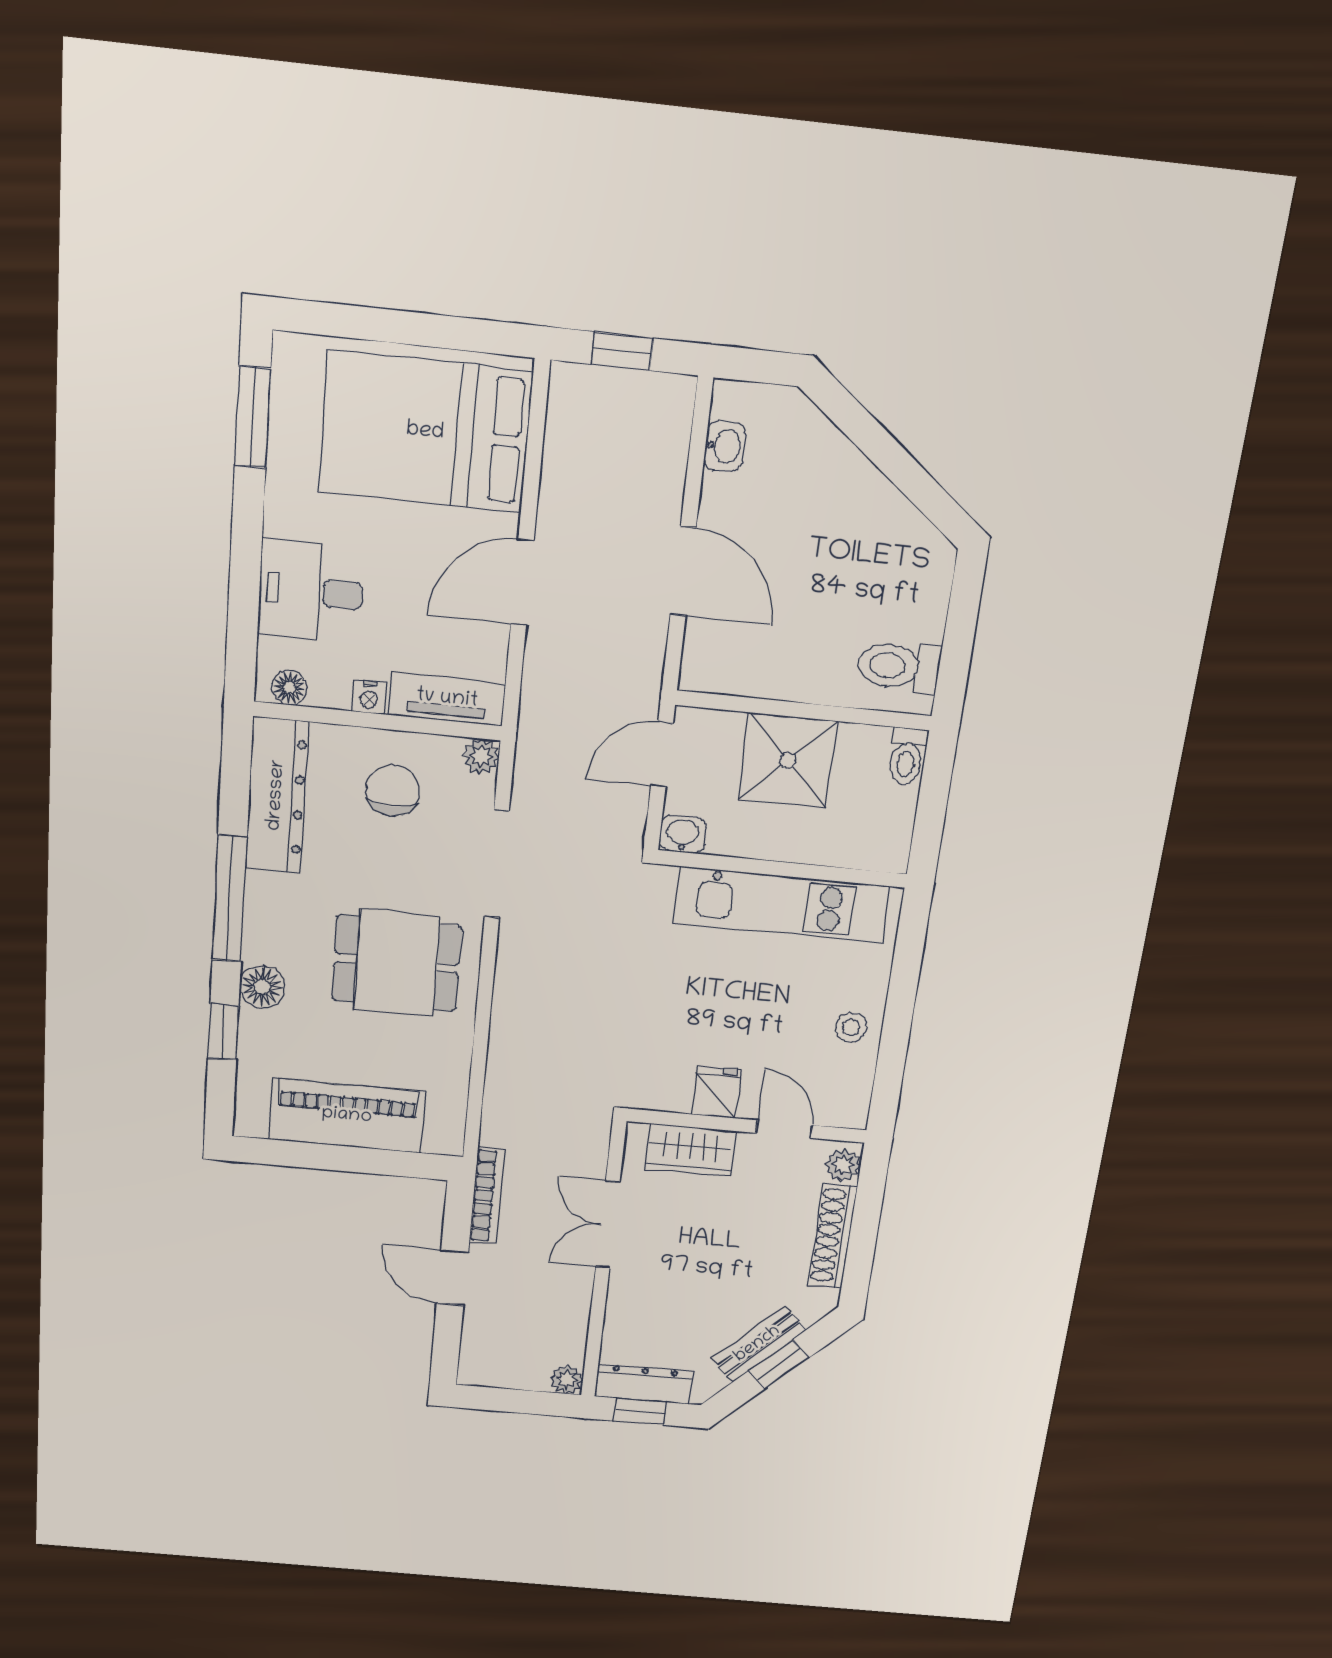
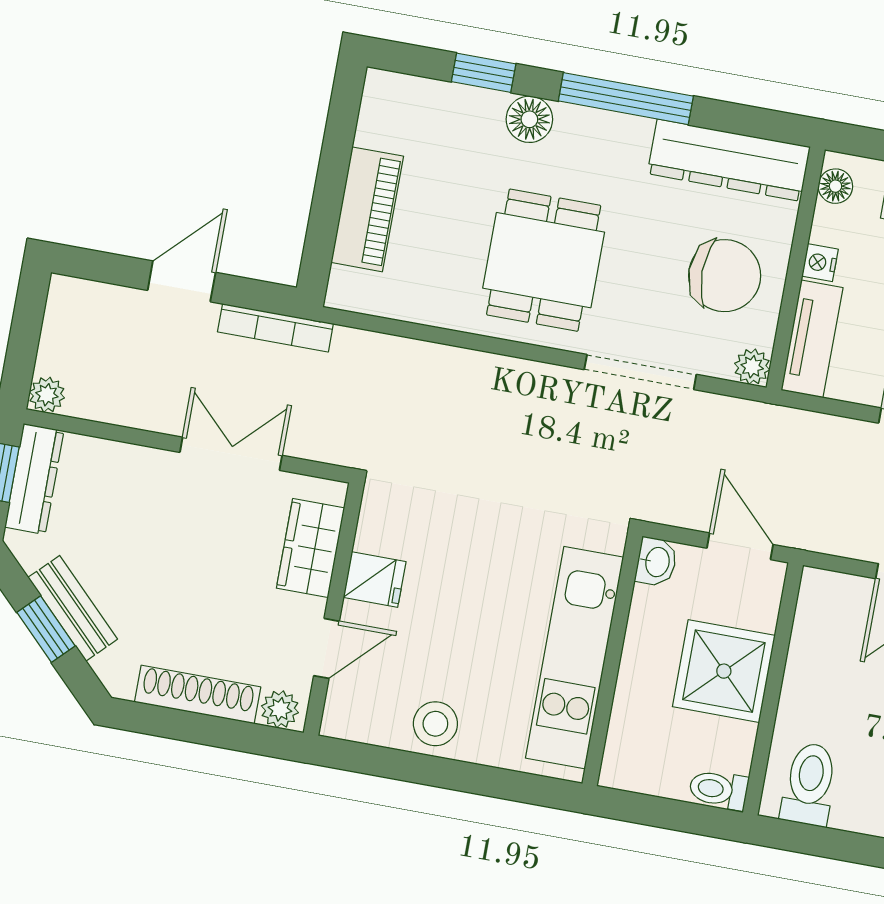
chair: (393, 791) -> (725, 276), width x1.37, depth x1.37
stool: (851, 1027) -> (435, 724), width x1.37, depth x1.37
piano: (347, 1116) -> (367, 209), width x0.73, depth x0.75

